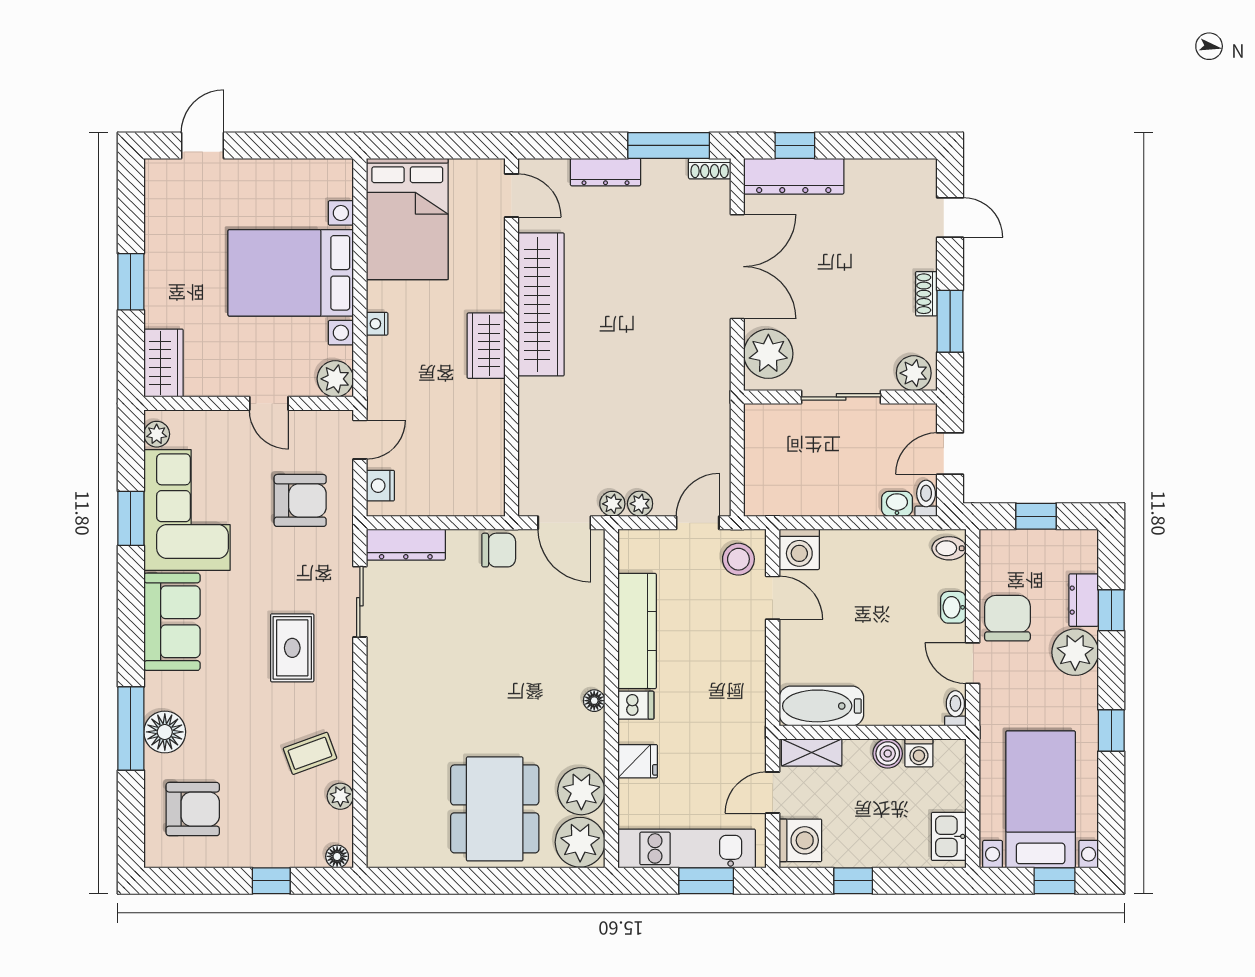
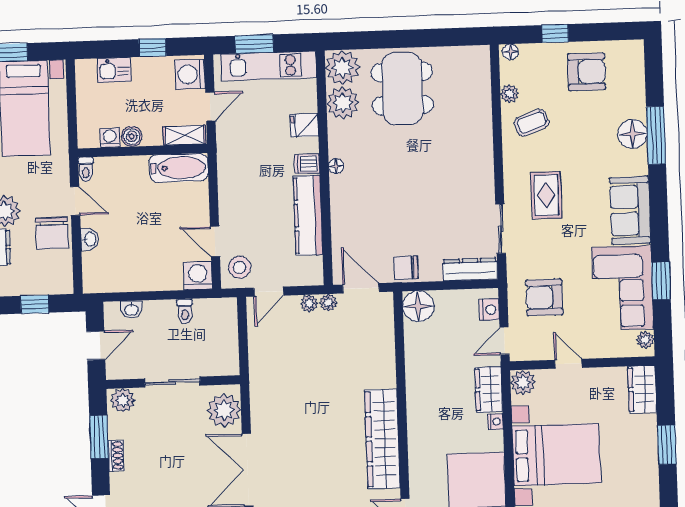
wardrobe: (486, 346) -> (489, 389), moved, turned 180
floor lamp: (483, 494) -> (418, 306), added
toilet: (926, 498) -> (185, 311), moved
bidet: (949, 548) -> (94, 280), removed
armchair: (193, 809) -> (587, 72), moved, turned 180
kitchen sink: (949, 836) -> (114, 70), moved, turned 90

